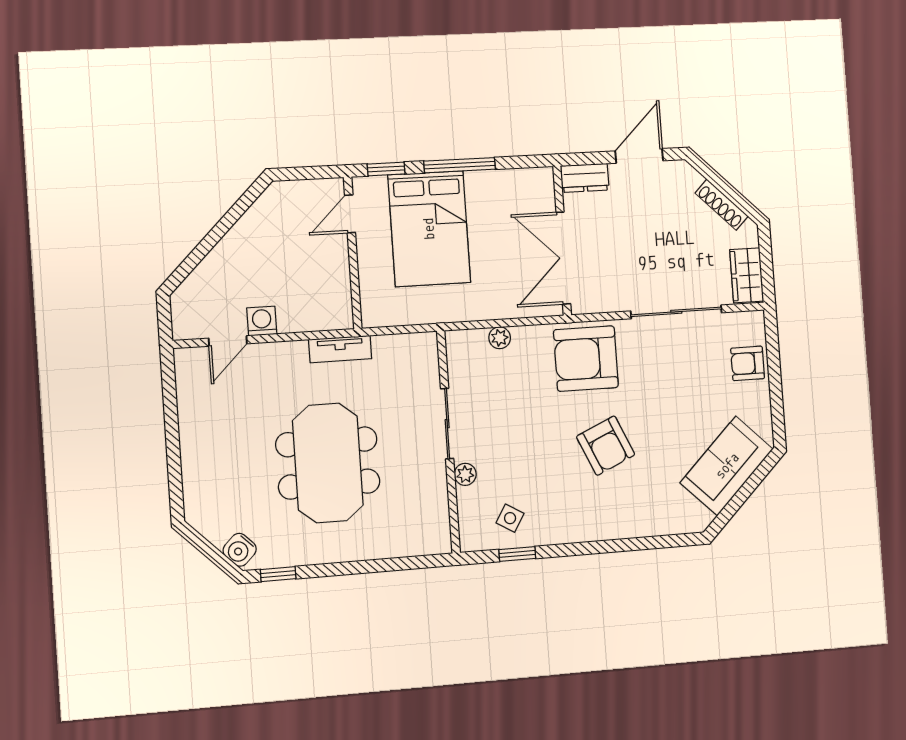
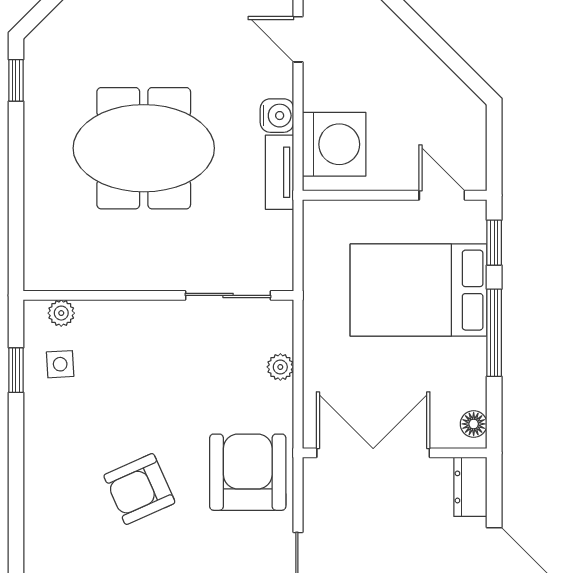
floor lamp: (534, 178) -> (474, 424), added
washing machine: (262, 321) -> (334, 144), moved, width x1.89, depth x1.89
sliding door: (447, 424) -> (228, 295), moved
plant: (465, 474) -> (61, 313), moved
side table: (510, 518) -> (60, 364), turned -34
water cooler: (240, 550) -> (277, 116), moved, turned 135

